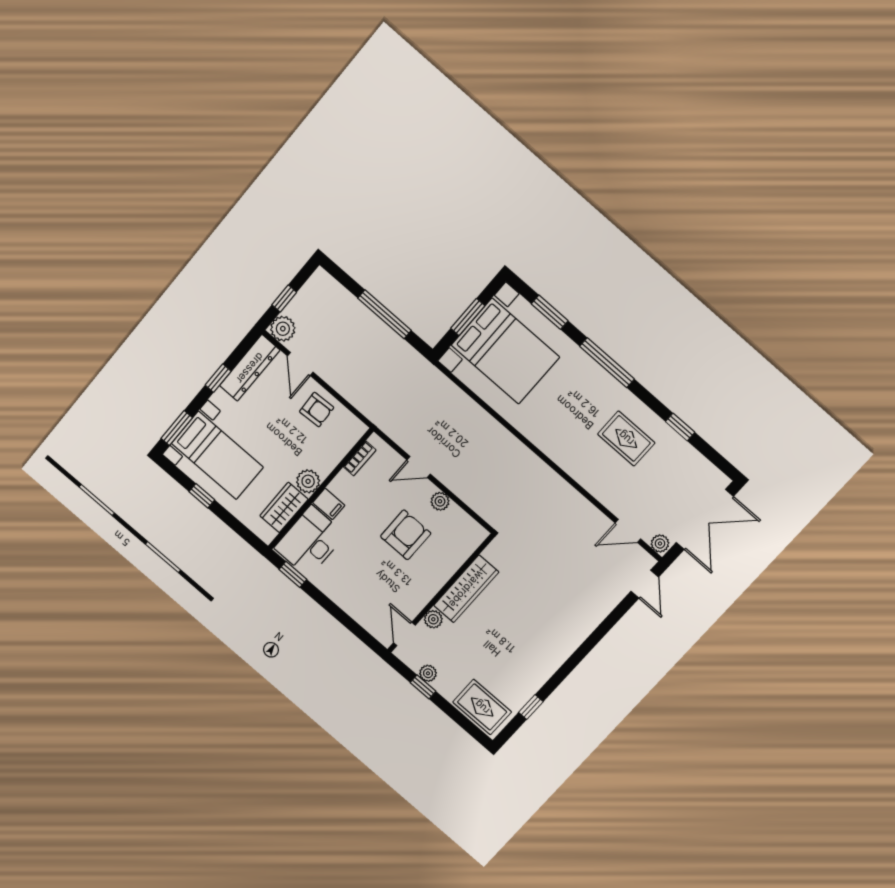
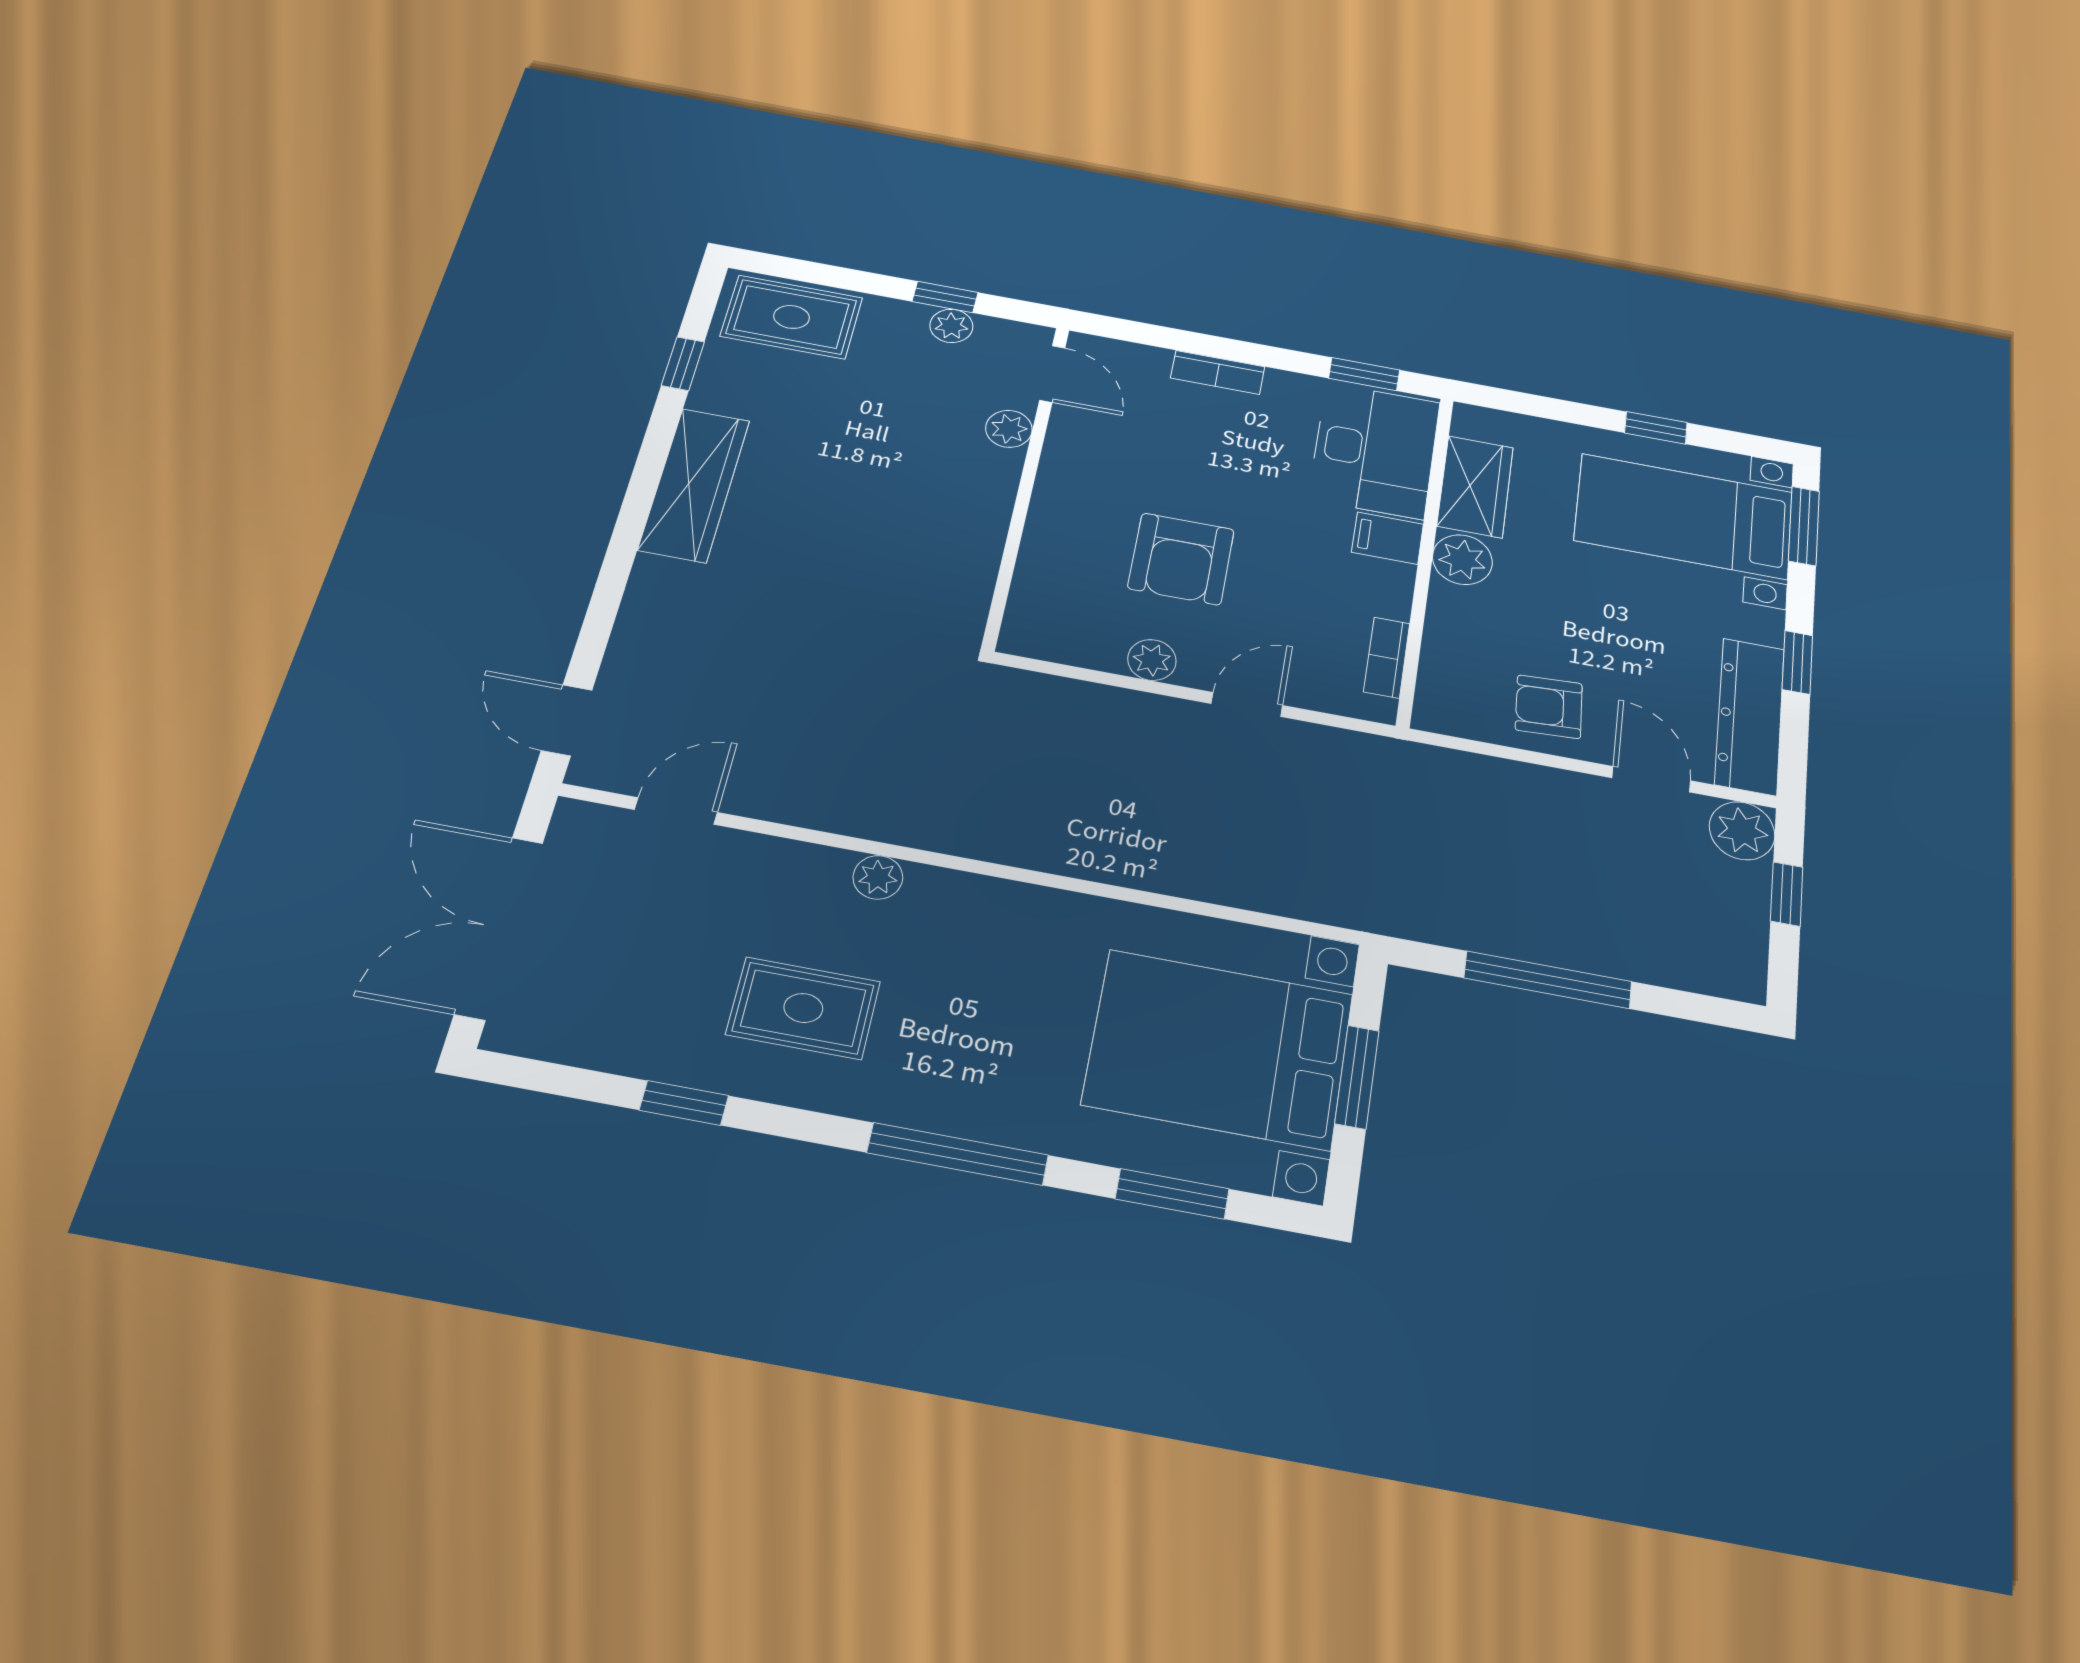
plant: (660, 544) -> (878, 877), moved
wardrobe: (466, 589) -> (694, 485), moved, turned 180
bookcase: (345, 603) -> (1218, 372), added

